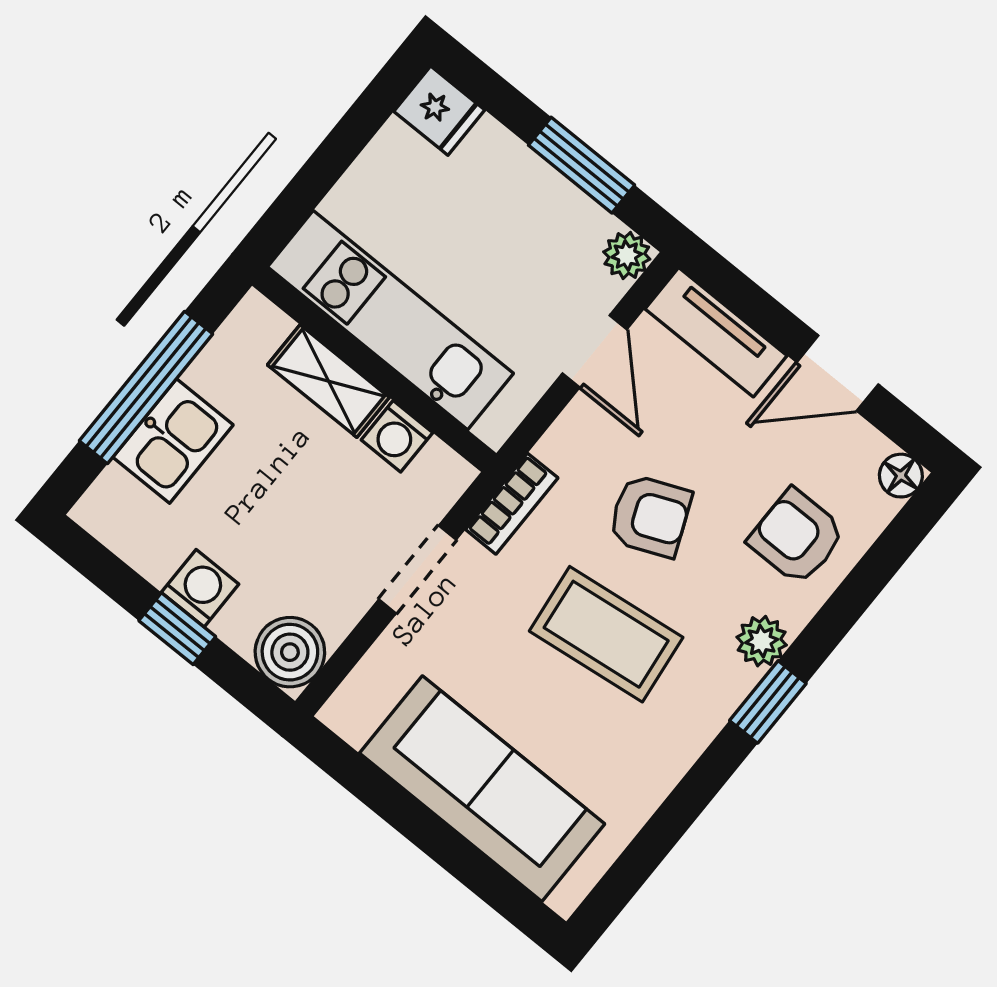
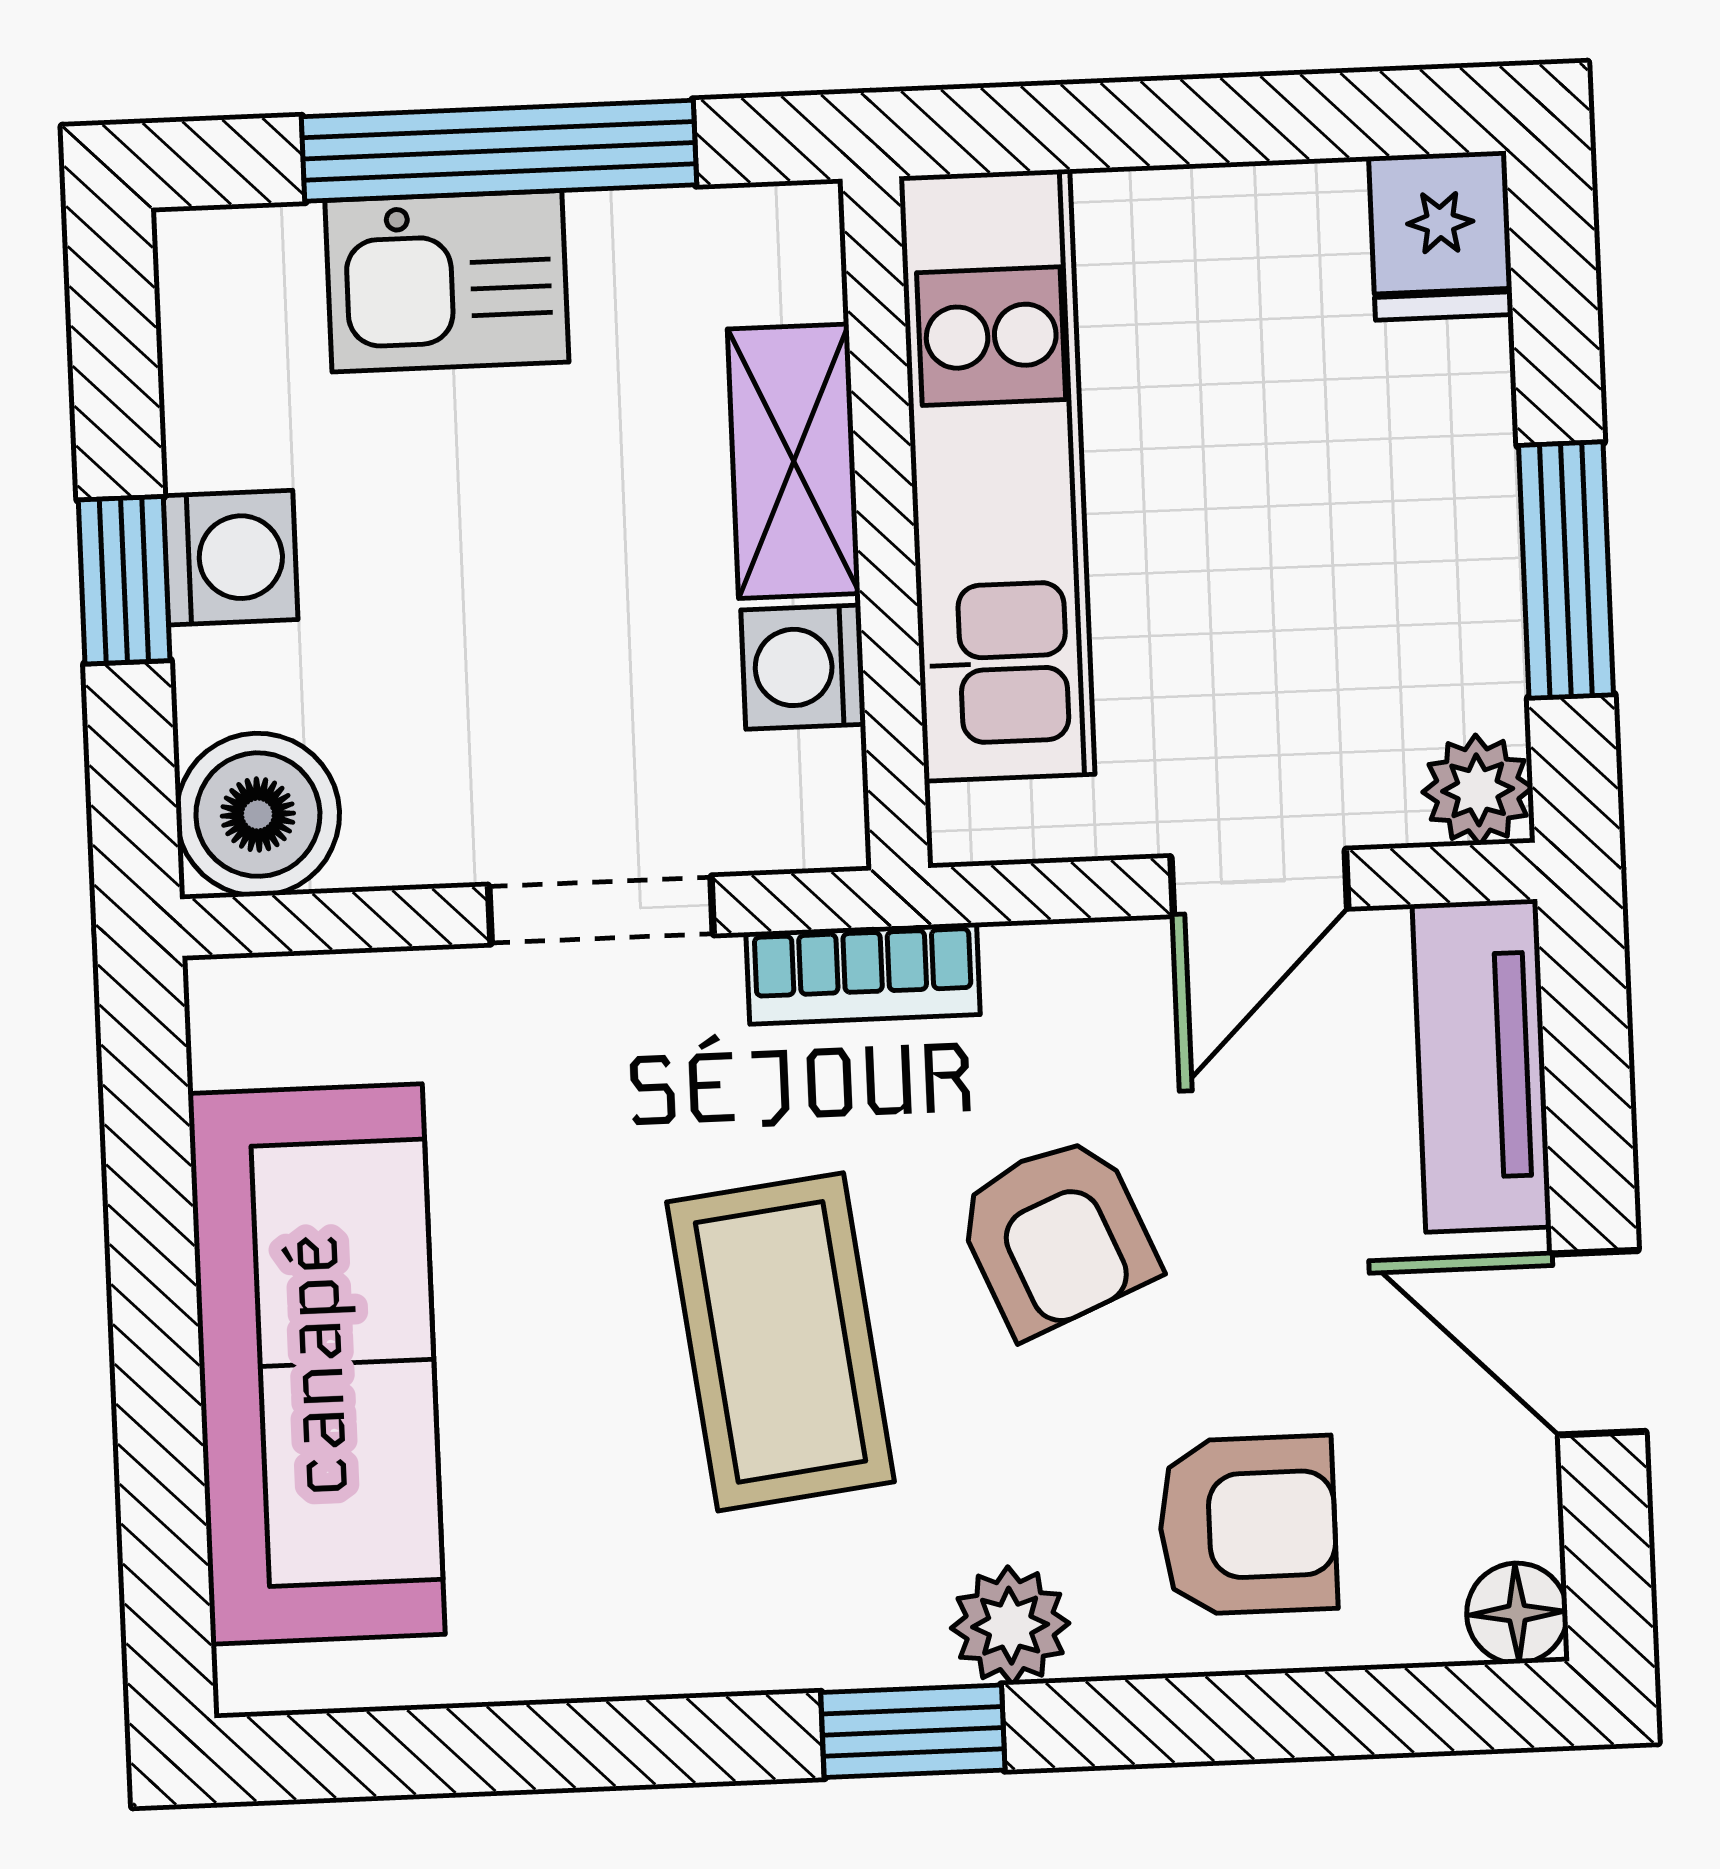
armchair: (797, 537) -> (1248, 1525), turned 90

